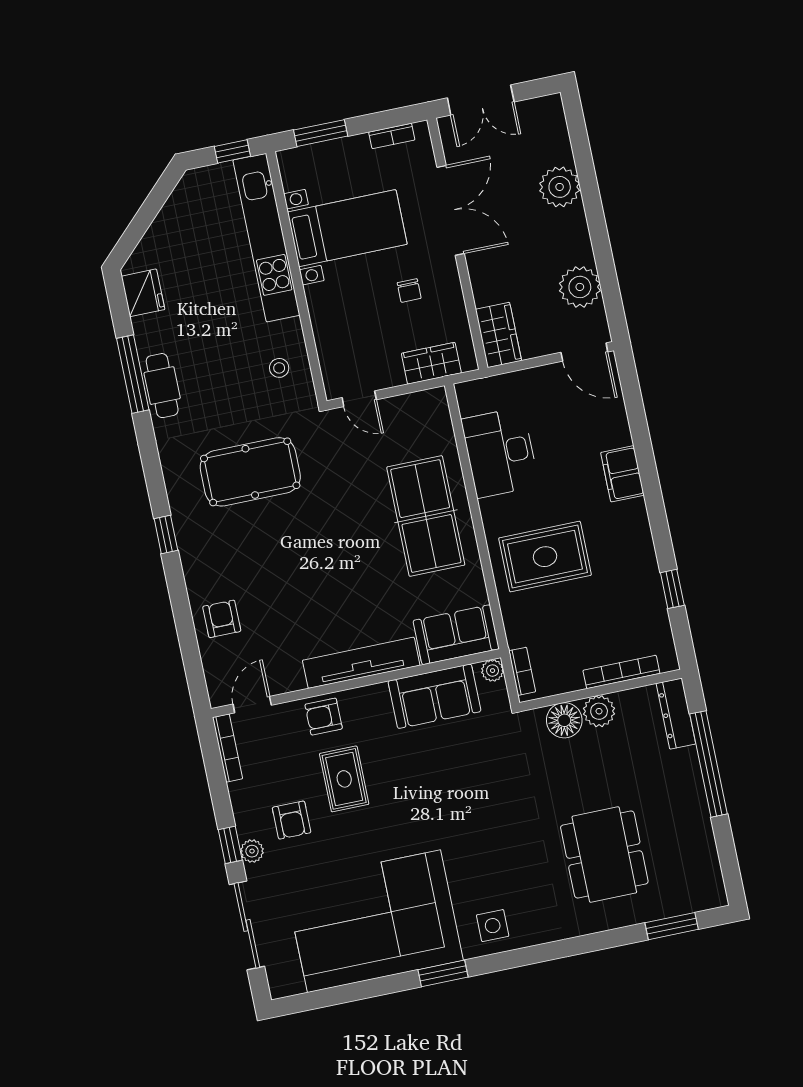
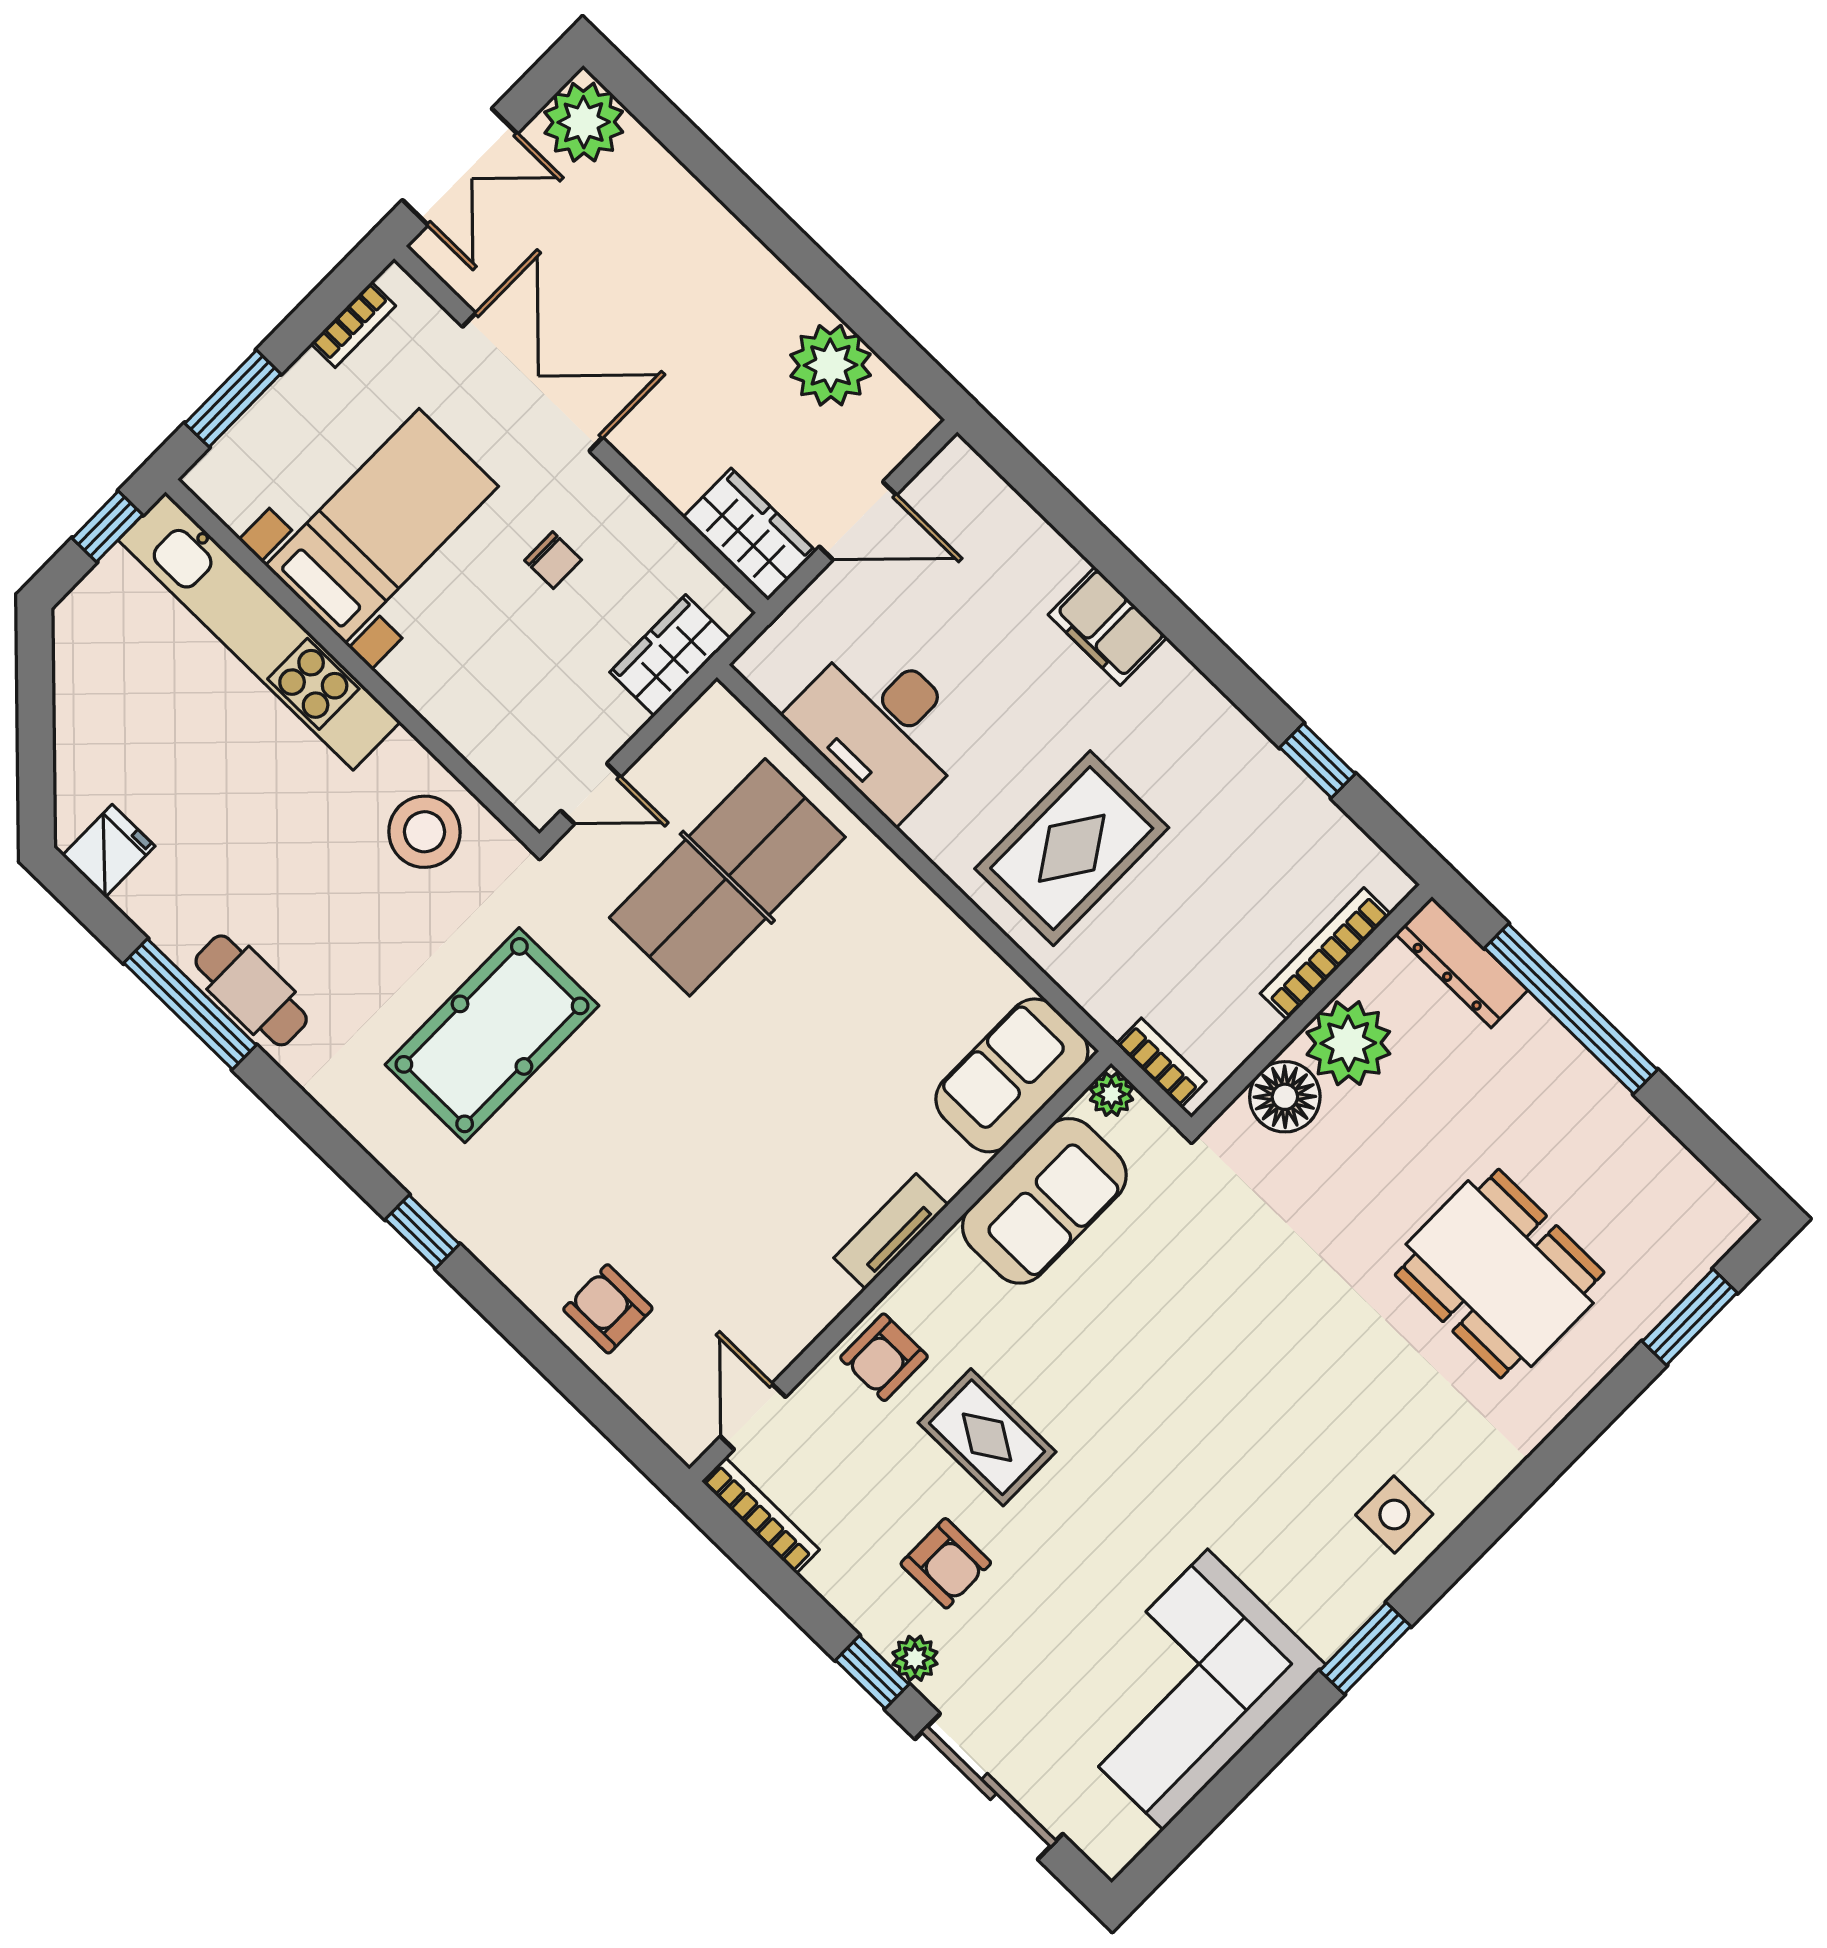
plant: (560, 187) -> (584, 122), moved
fridge: (143, 293) -> (109, 851), width x0.72
door: (584, 352) -> (858, 521), moved
stool: (279, 368) -> (425, 832), width x1.89, depth x1.89
table tennis table: (426, 516) -> (727, 877), moved, turned 90
tv unit: (361, 663) -> (891, 1231), width x0.52, depth x0.78
plant: (599, 711) -> (1348, 1043), width x1.36, depth x1.36
corner sofa: (374, 921) -> (1186, 1690), width x0.73, depth x0.74

